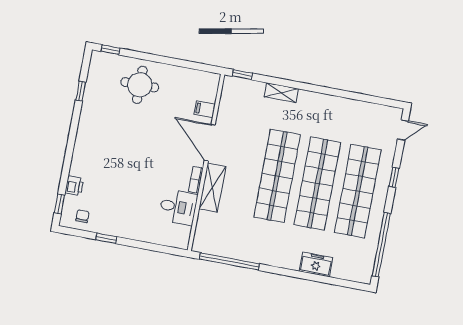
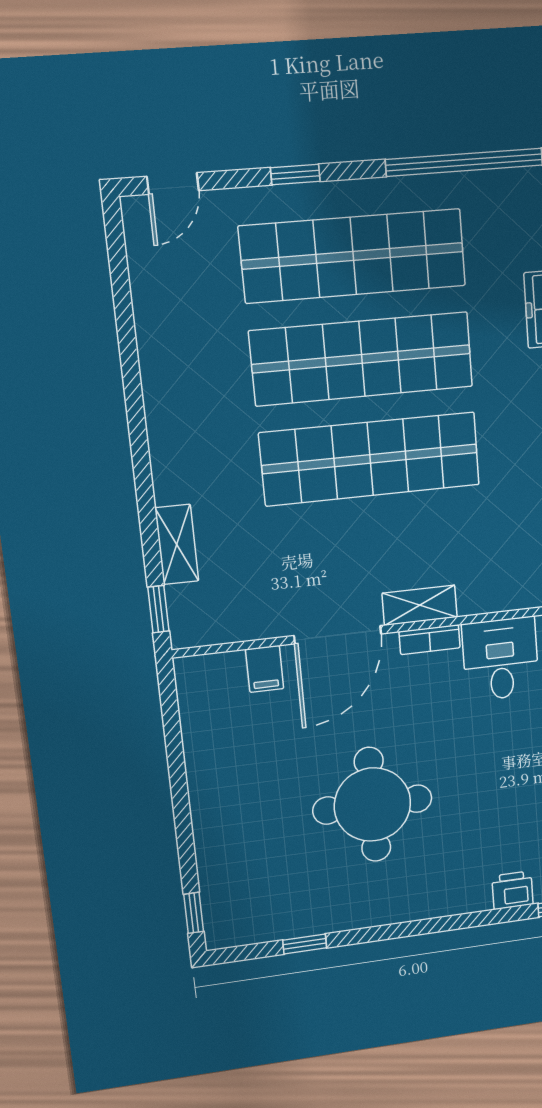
round table: (140, 85) -> (372, 805), moved, width x1.36, depth x1.36
shelving: (281, 93) -> (177, 544), moved
door: (403, 130) -> (173, 183), swing flipped
shelving: (212, 188) -> (420, 605), width x0.67, depth x0.75

